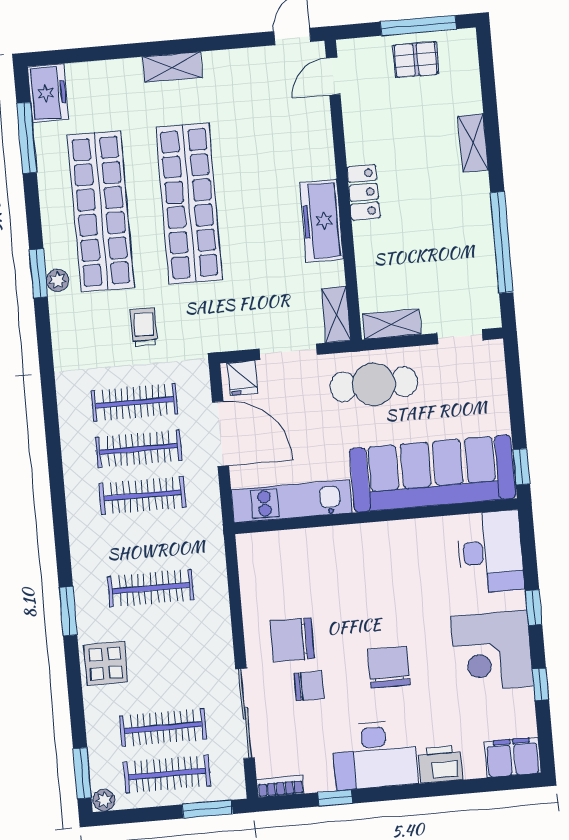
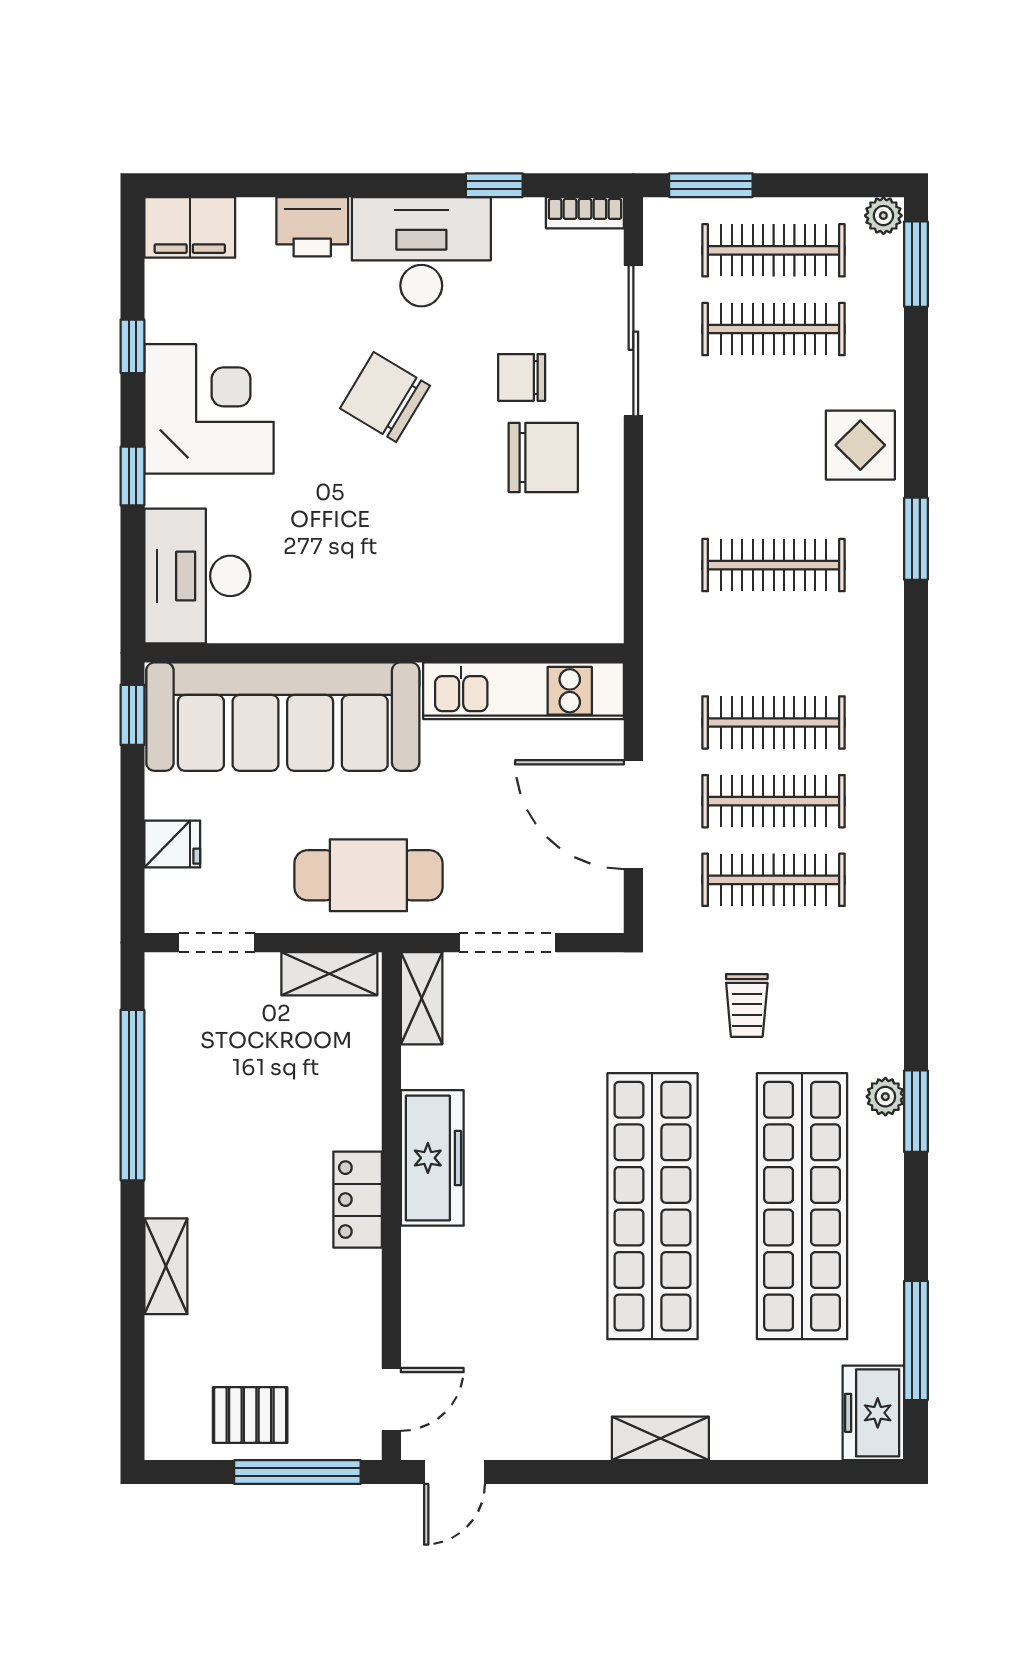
window: (418, 25) -> (297, 1472), moved
fridge: (243, 378) -> (172, 844), moved, turned 90
chair: (389, 667) -> (385, 397), turned 121

